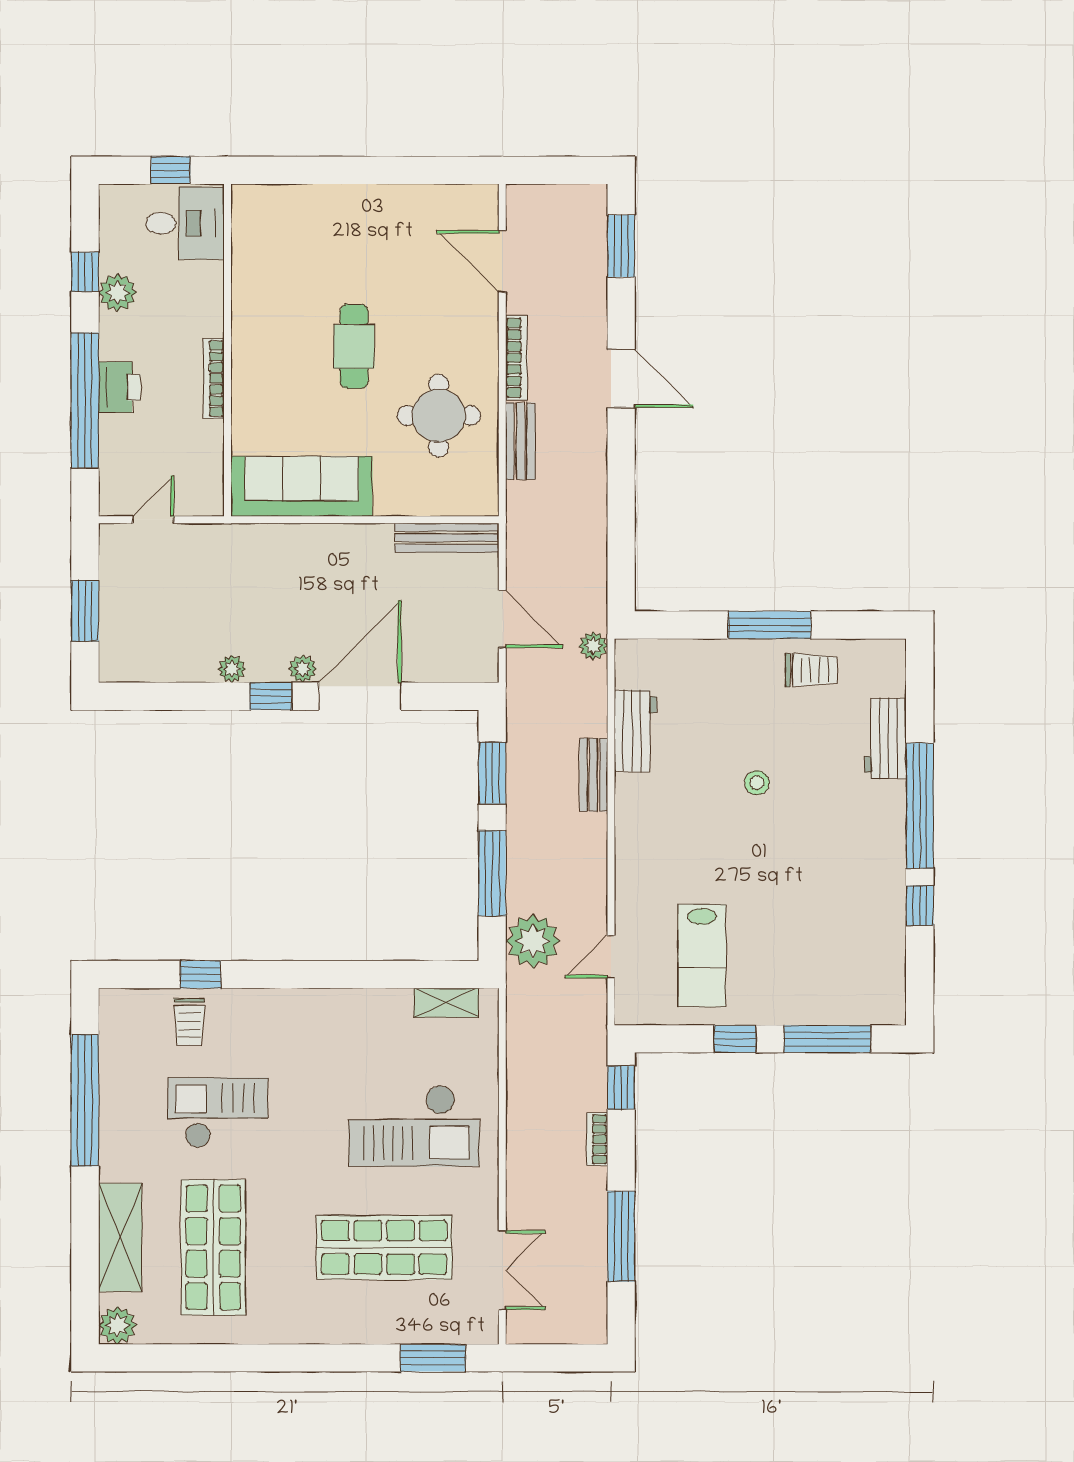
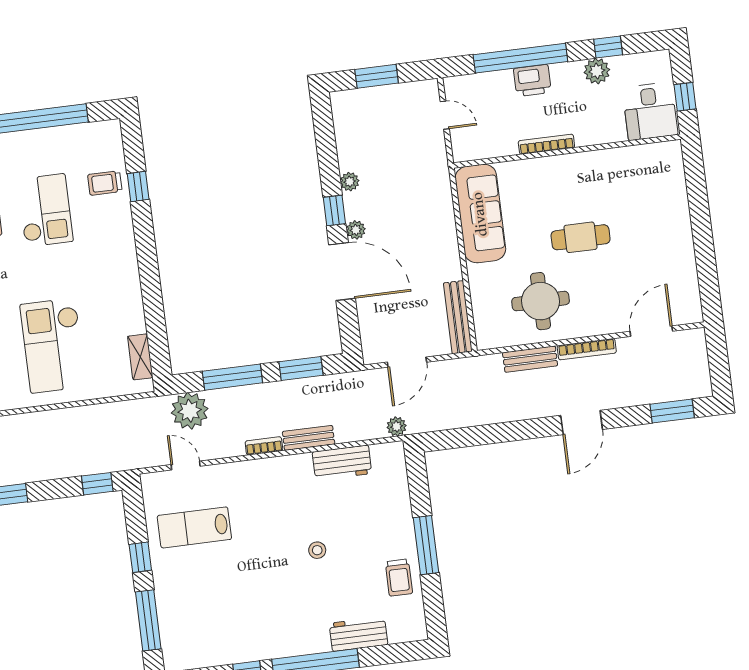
bookcase: (597, 1139) -> (264, 446), moved

